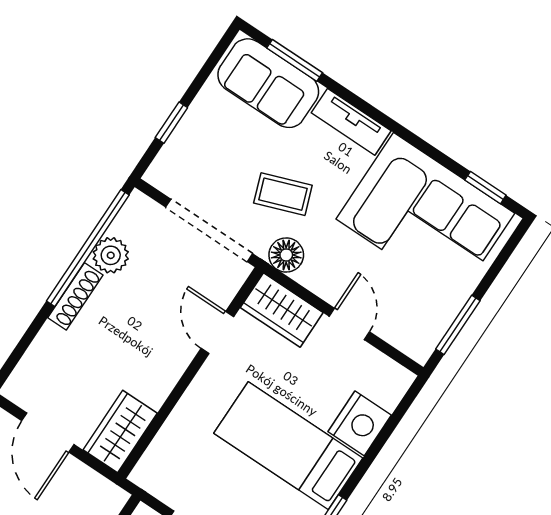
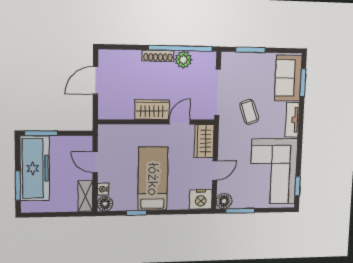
window: (171, 123) -> (250, 50), width x1.50
floor lamp: (286, 255) -> (224, 201), moved
nightstand: (360, 423) -> (201, 199), moved
wardrobe: (120, 431) -> (152, 110), moved

